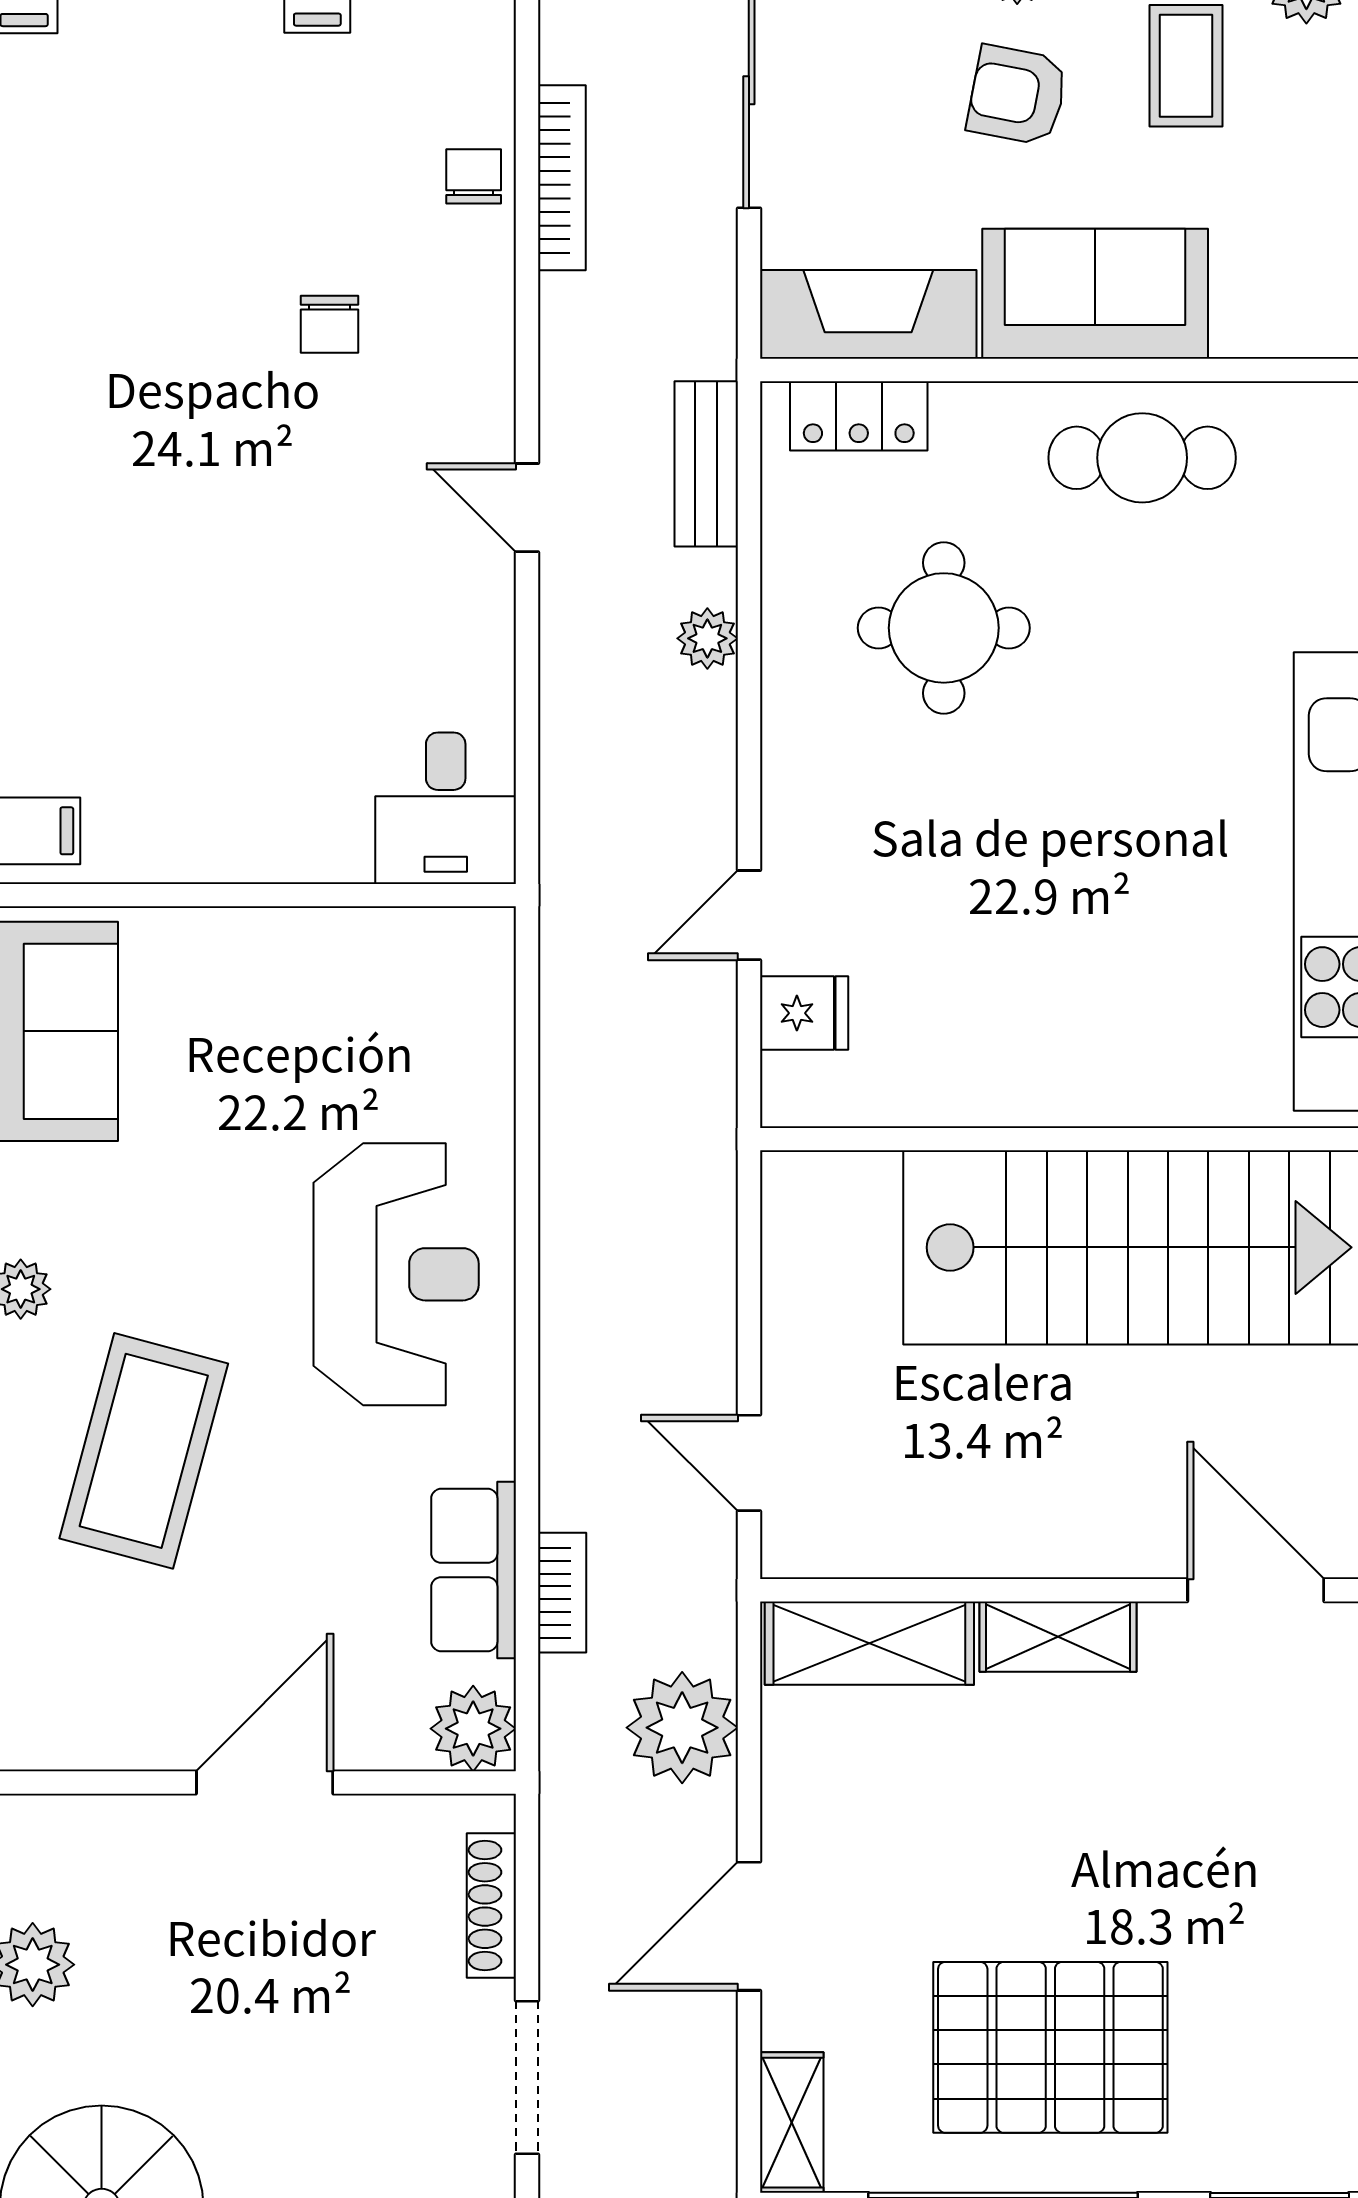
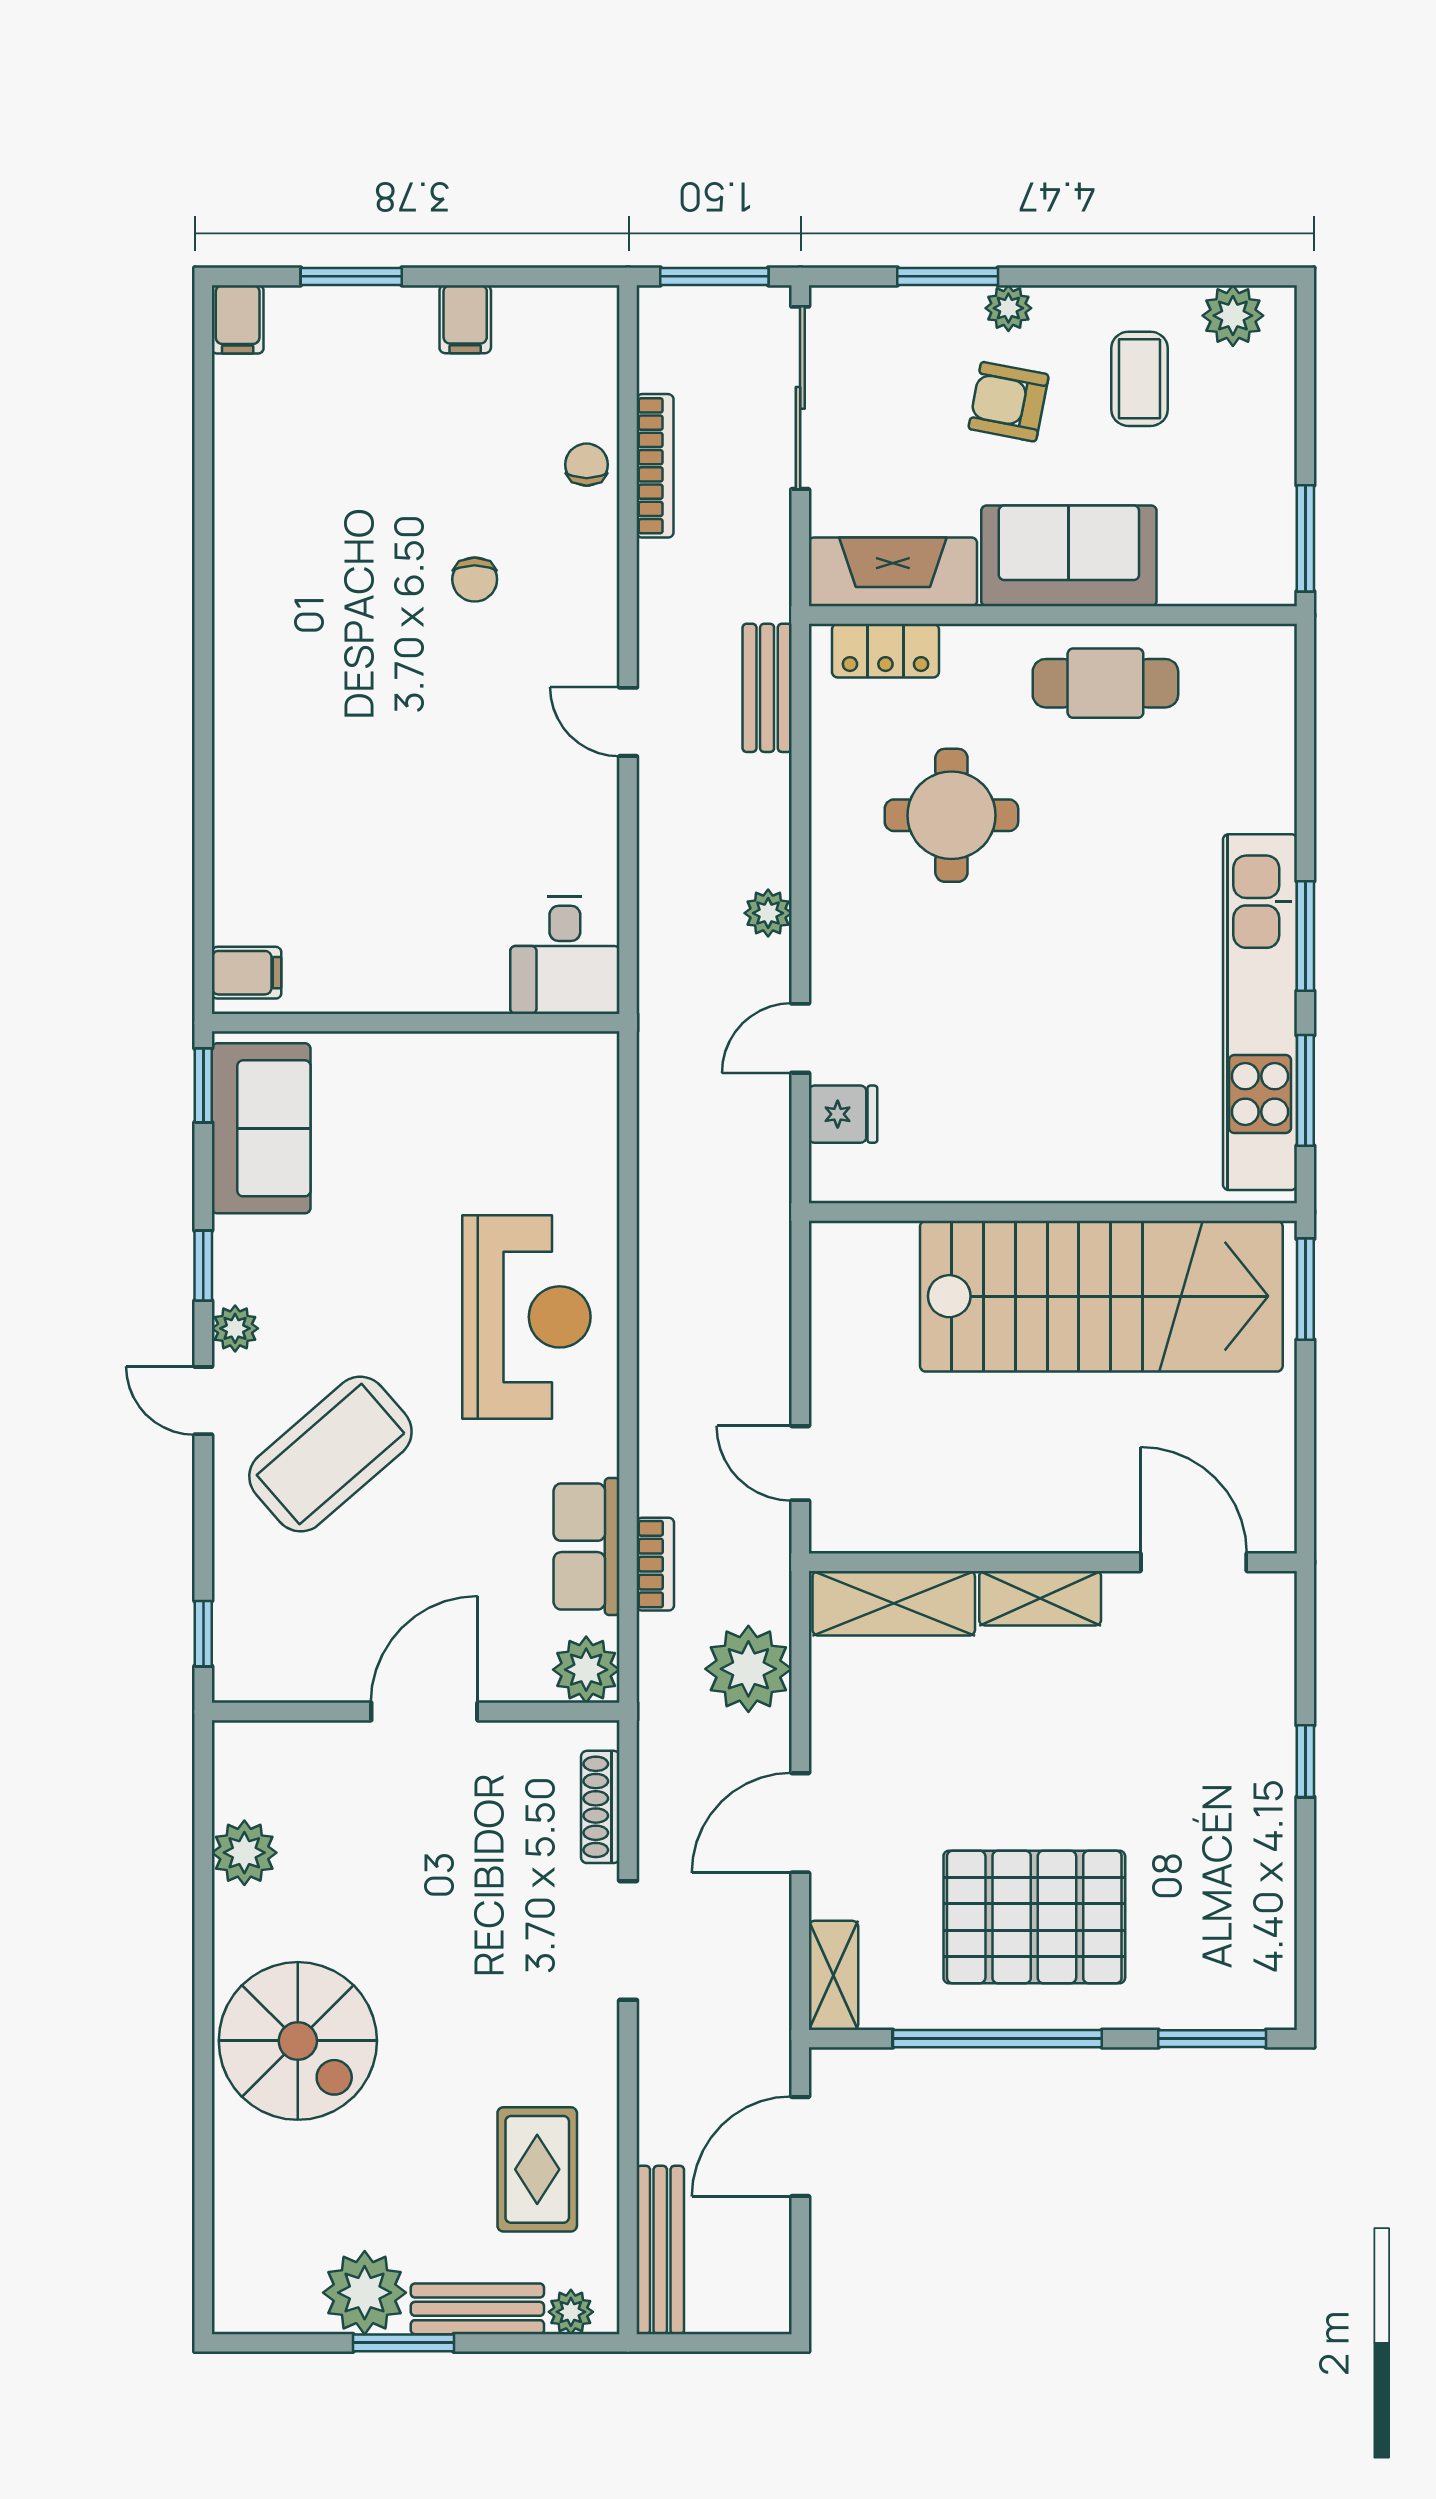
plant: (707, 638) -> (768, 913), moved
coffee table: (144, 1451) -> (330, 1454), turned 34

